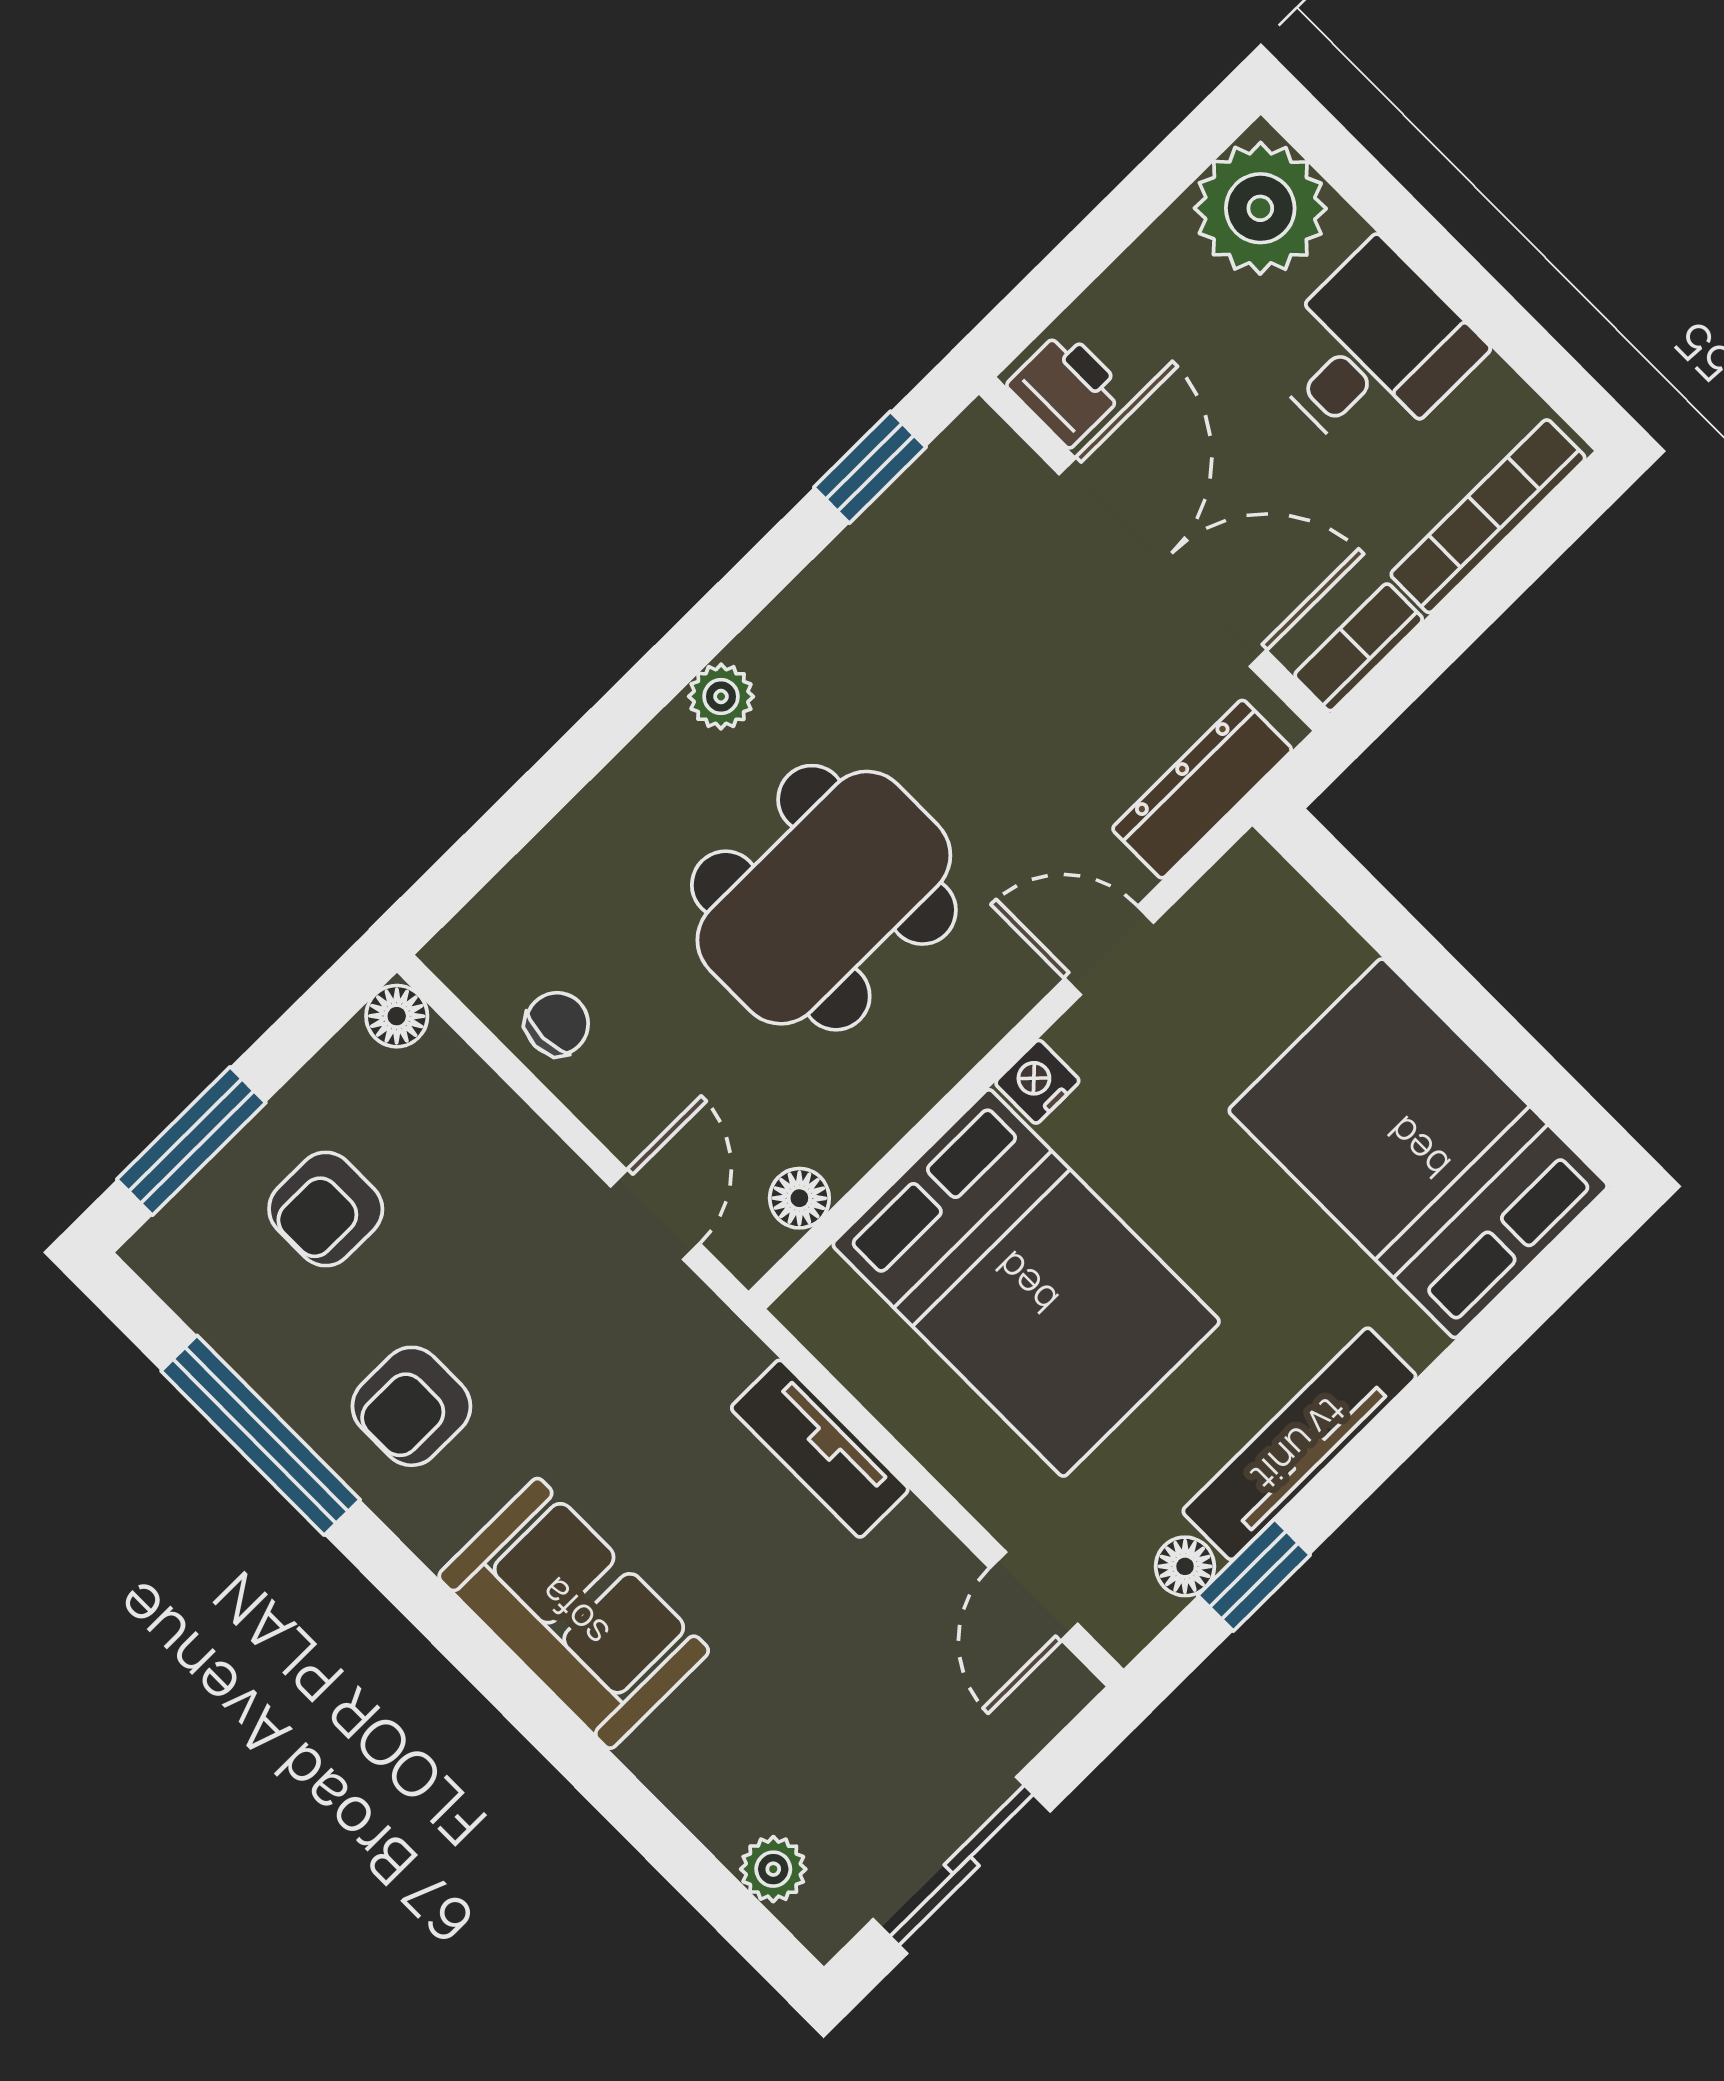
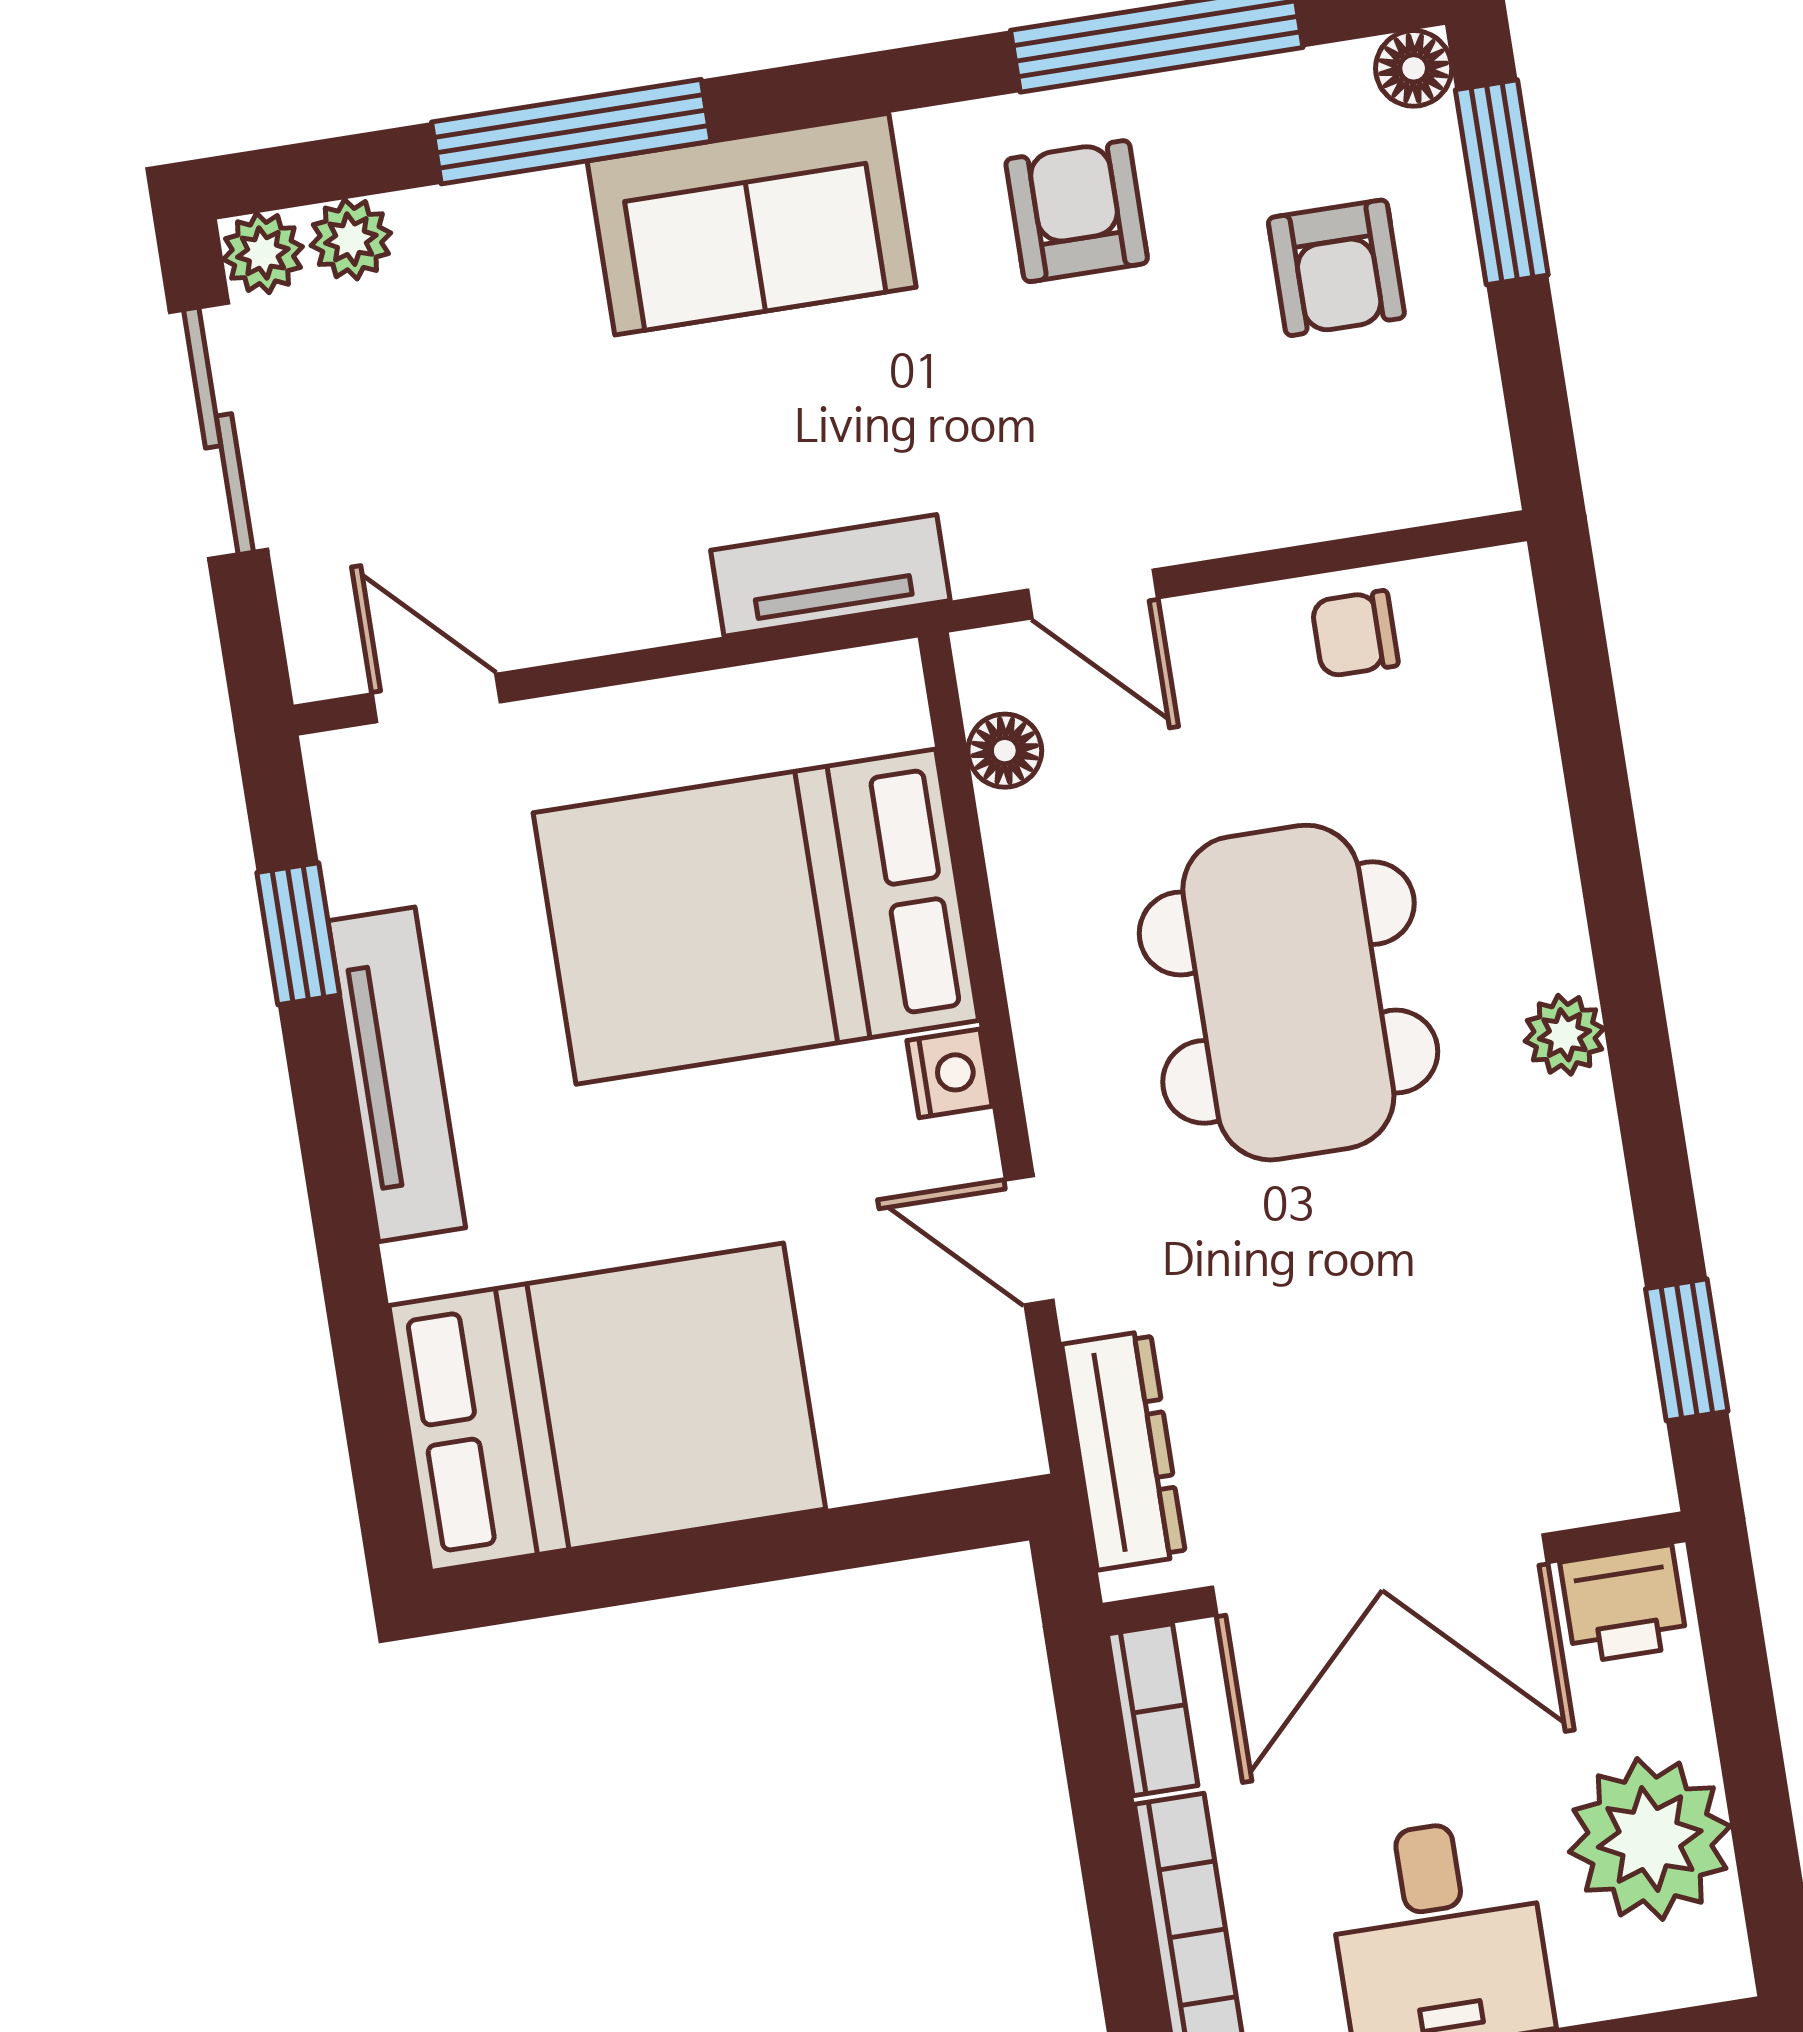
plant: (1260, 208) -> (1650, 1839), moved
door: (1109, 950) -> (1029, 1240), swing flipped
floor lamp: (397, 1016) -> (1414, 68), moved
chair: (557, 1024) -> (1355, 634), turned 90
armchair: (326, 1209) -> (1336, 268), turned 180
tv unit: (820, 1449) -> (830, 575), moved
floor lamp: (1185, 1566) -> (357, 871), removed
window: (598, 1775) -> (571, 132), added
plant: (824, 1920) -> (263, 253), added

